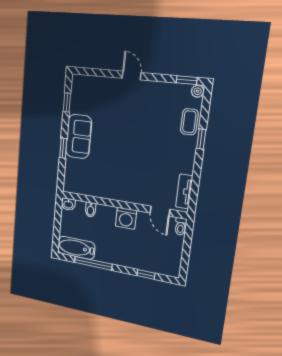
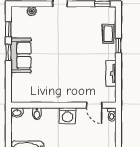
plant: (198, 91) -> (32, 11), moved
window: (63, 148) -> (8, 52), moved
tv unit: (184, 191) -> (111, 73), moved

